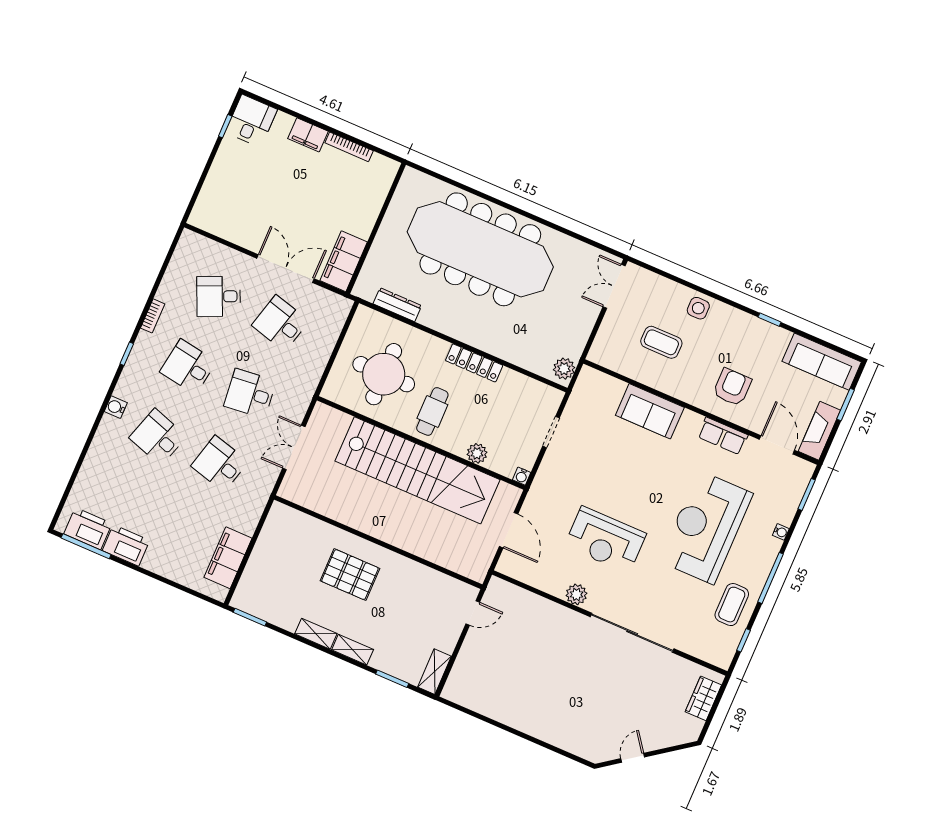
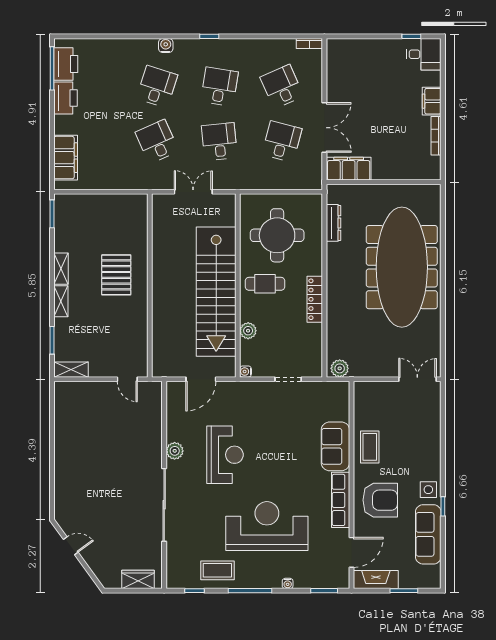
side table: (698, 308) -> (428, 490), moved
bookcase: (153, 316) -> (309, 44), moved
coffee table: (661, 342) -> (370, 447), moved
sofa: (822, 362) -> (428, 534), moved
armchair: (732, 387) -> (380, 500), width x1.36, depth x1.36
row of seats: (723, 436) -> (341, 500), width x1.48
desk: (220, 464) -> (157, 142), turned -39
reception desk: (605, 540) -> (225, 455), turned 180
filing cabinet: (228, 558) -> (66, 158), moved, turned 90

